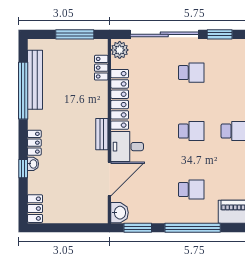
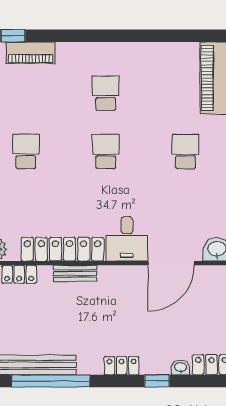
bench: (102, 134) -> (75, 273), moved
washbasin: (33, 164) -> (181, 367), moved
door: (109, 179) -> (171, 263), swing flipped

